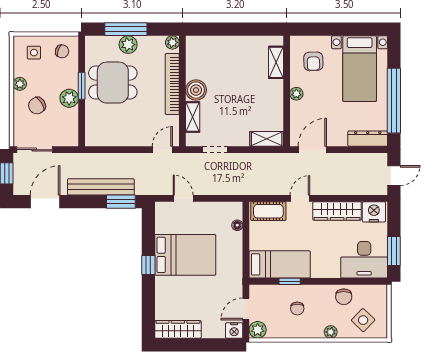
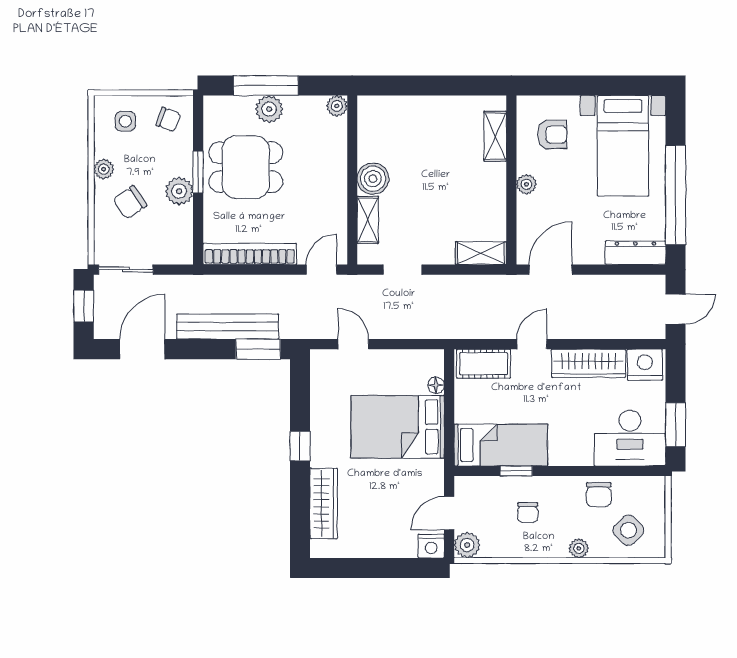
armchair: (313, 61) -> (552, 135), turned -88
bookcase: (172, 84) -> (250, 254), moved, turned 90
bed: (185, 255) -> (398, 427), moved, turned 180
wardrobe: (178, 329) -> (324, 503), moved, turned 90

